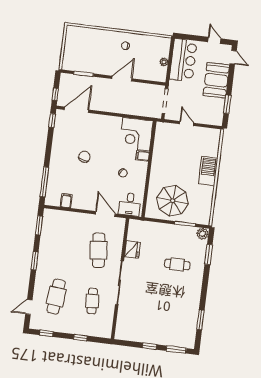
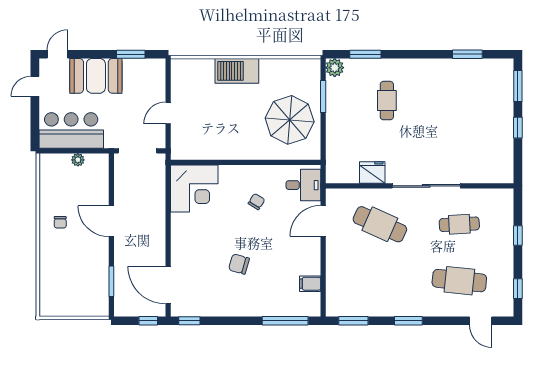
filing cabinet: (142, 156) -> (226, 175), removed
cafe table: (99, 250) -> (380, 224), turned 30

